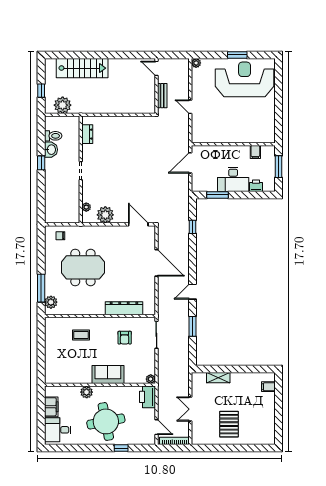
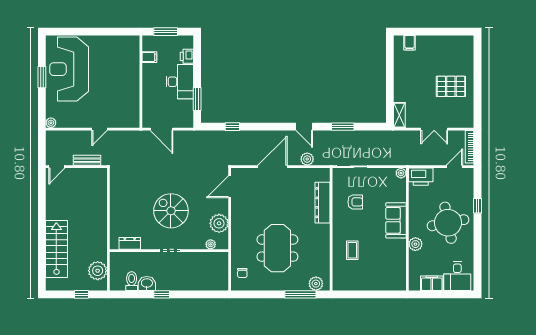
spiral stairs: (117, 171) -> (171, 211), added
plant: (163, 294) -> (307, 159), added
shelving: (218, 378) -> (399, 115), moved

